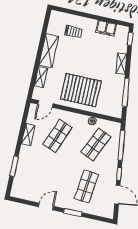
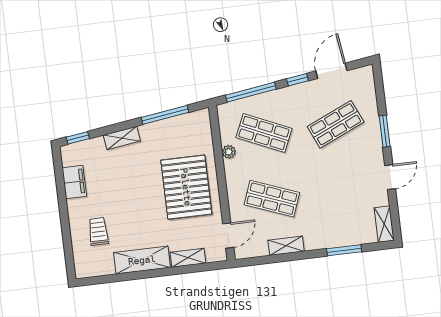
door: (45, 104) -> (228, 236), hinge flipped
shop shelf: (86, 186) -> (336, 124), turned -30
shelving: (21, 194) -> (384, 224), added
door: (46, 207) -> (390, 177), swing flipped

